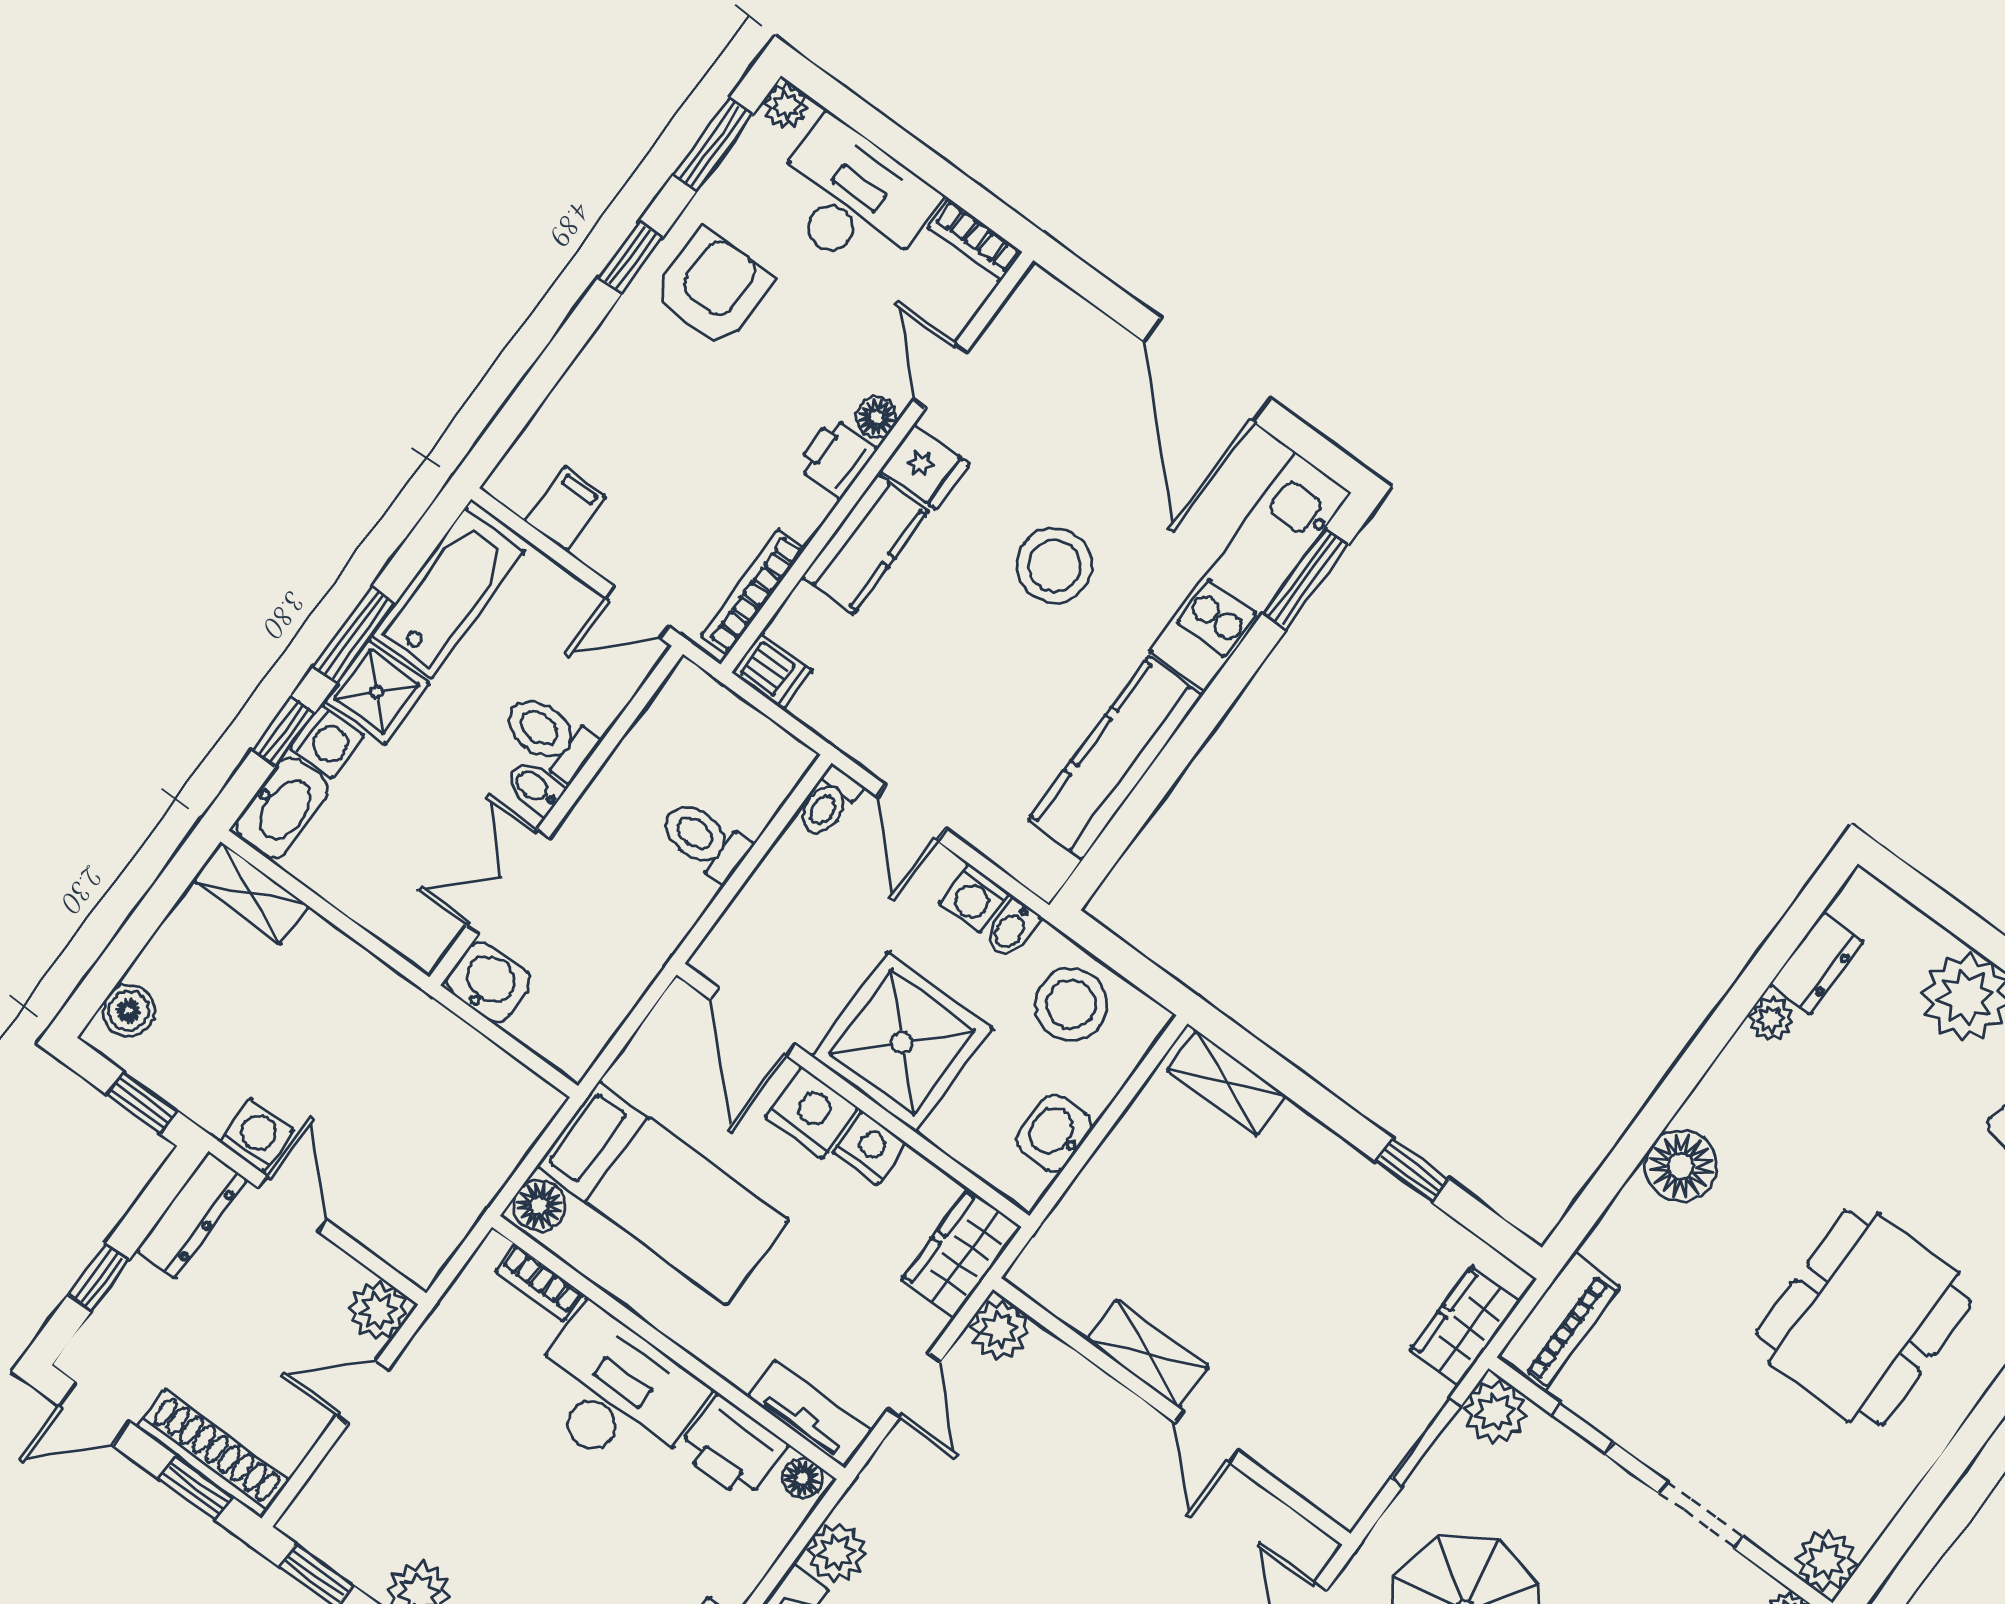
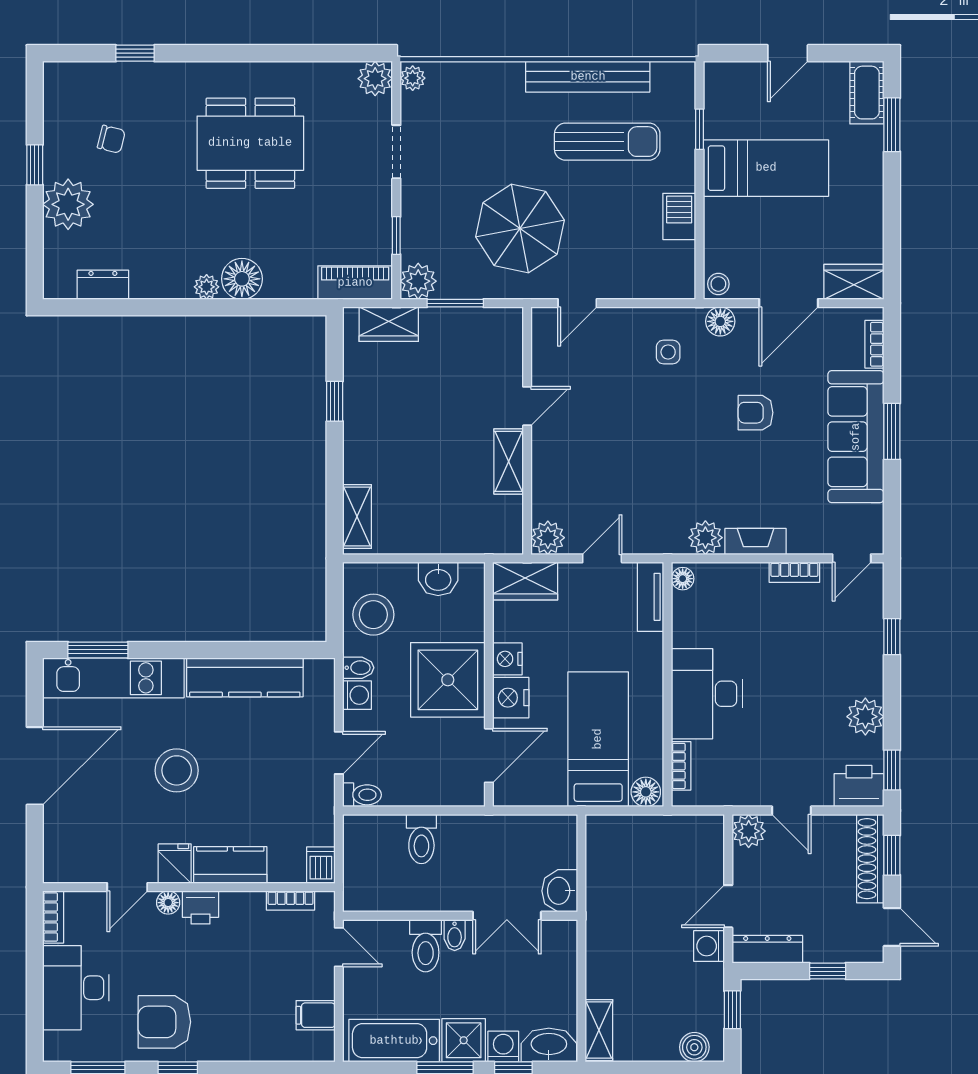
plant: (786, 106) -> (55, 1049), removed
bookcase: (753, 592) -> (291, 901), width x0.64
plant: (1771, 1019) -> (207, 287), moved
printer: (733, 1448) -> (859, 786), moved, turned -90

